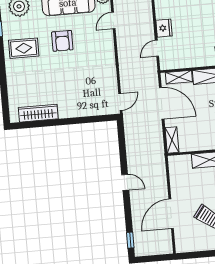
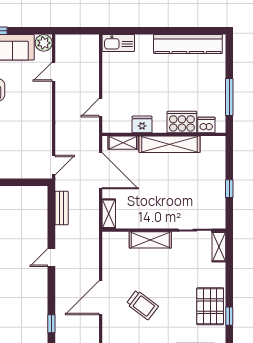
fridge: (164, 28) -> (142, 124), moved, turned -90
bench: (130, 139) -> (62, 208), added
door: (125, 182) -> (51, 258), swing flipped

